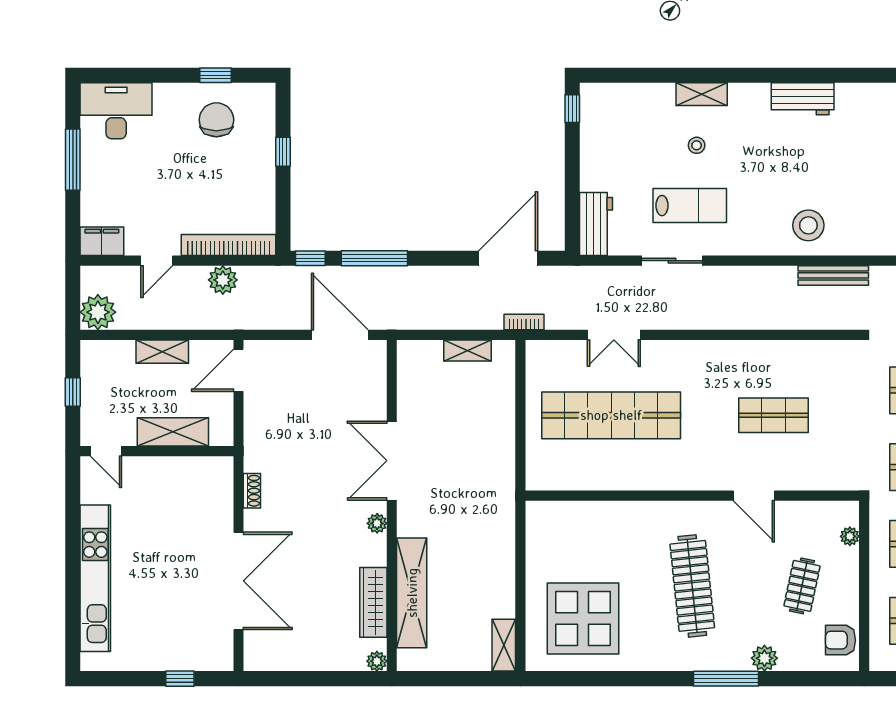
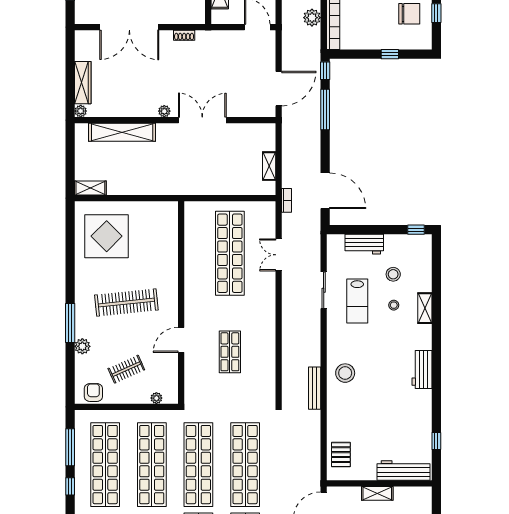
stool: (646, 146) -> (393, 274), added
workbench: (596, 224) -> (364, 244), moved
clothes rail: (802, 586) -> (126, 369), turned -36
wardrobe: (373, 602) -> (83, 83), moved, turned 90

